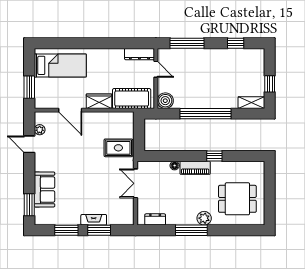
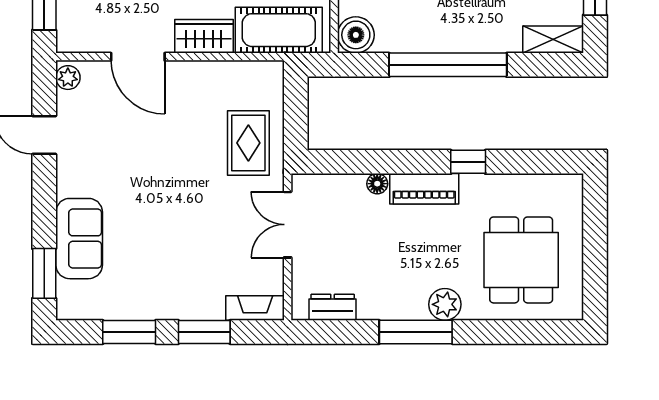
plant: (40, 130) -> (68, 78), moved
rug: (118, 148) -> (248, 143), turned 90
dining table: (237, 199) -> (521, 260), turned 90
fireplace: (94, 220) -> (255, 308), moved

